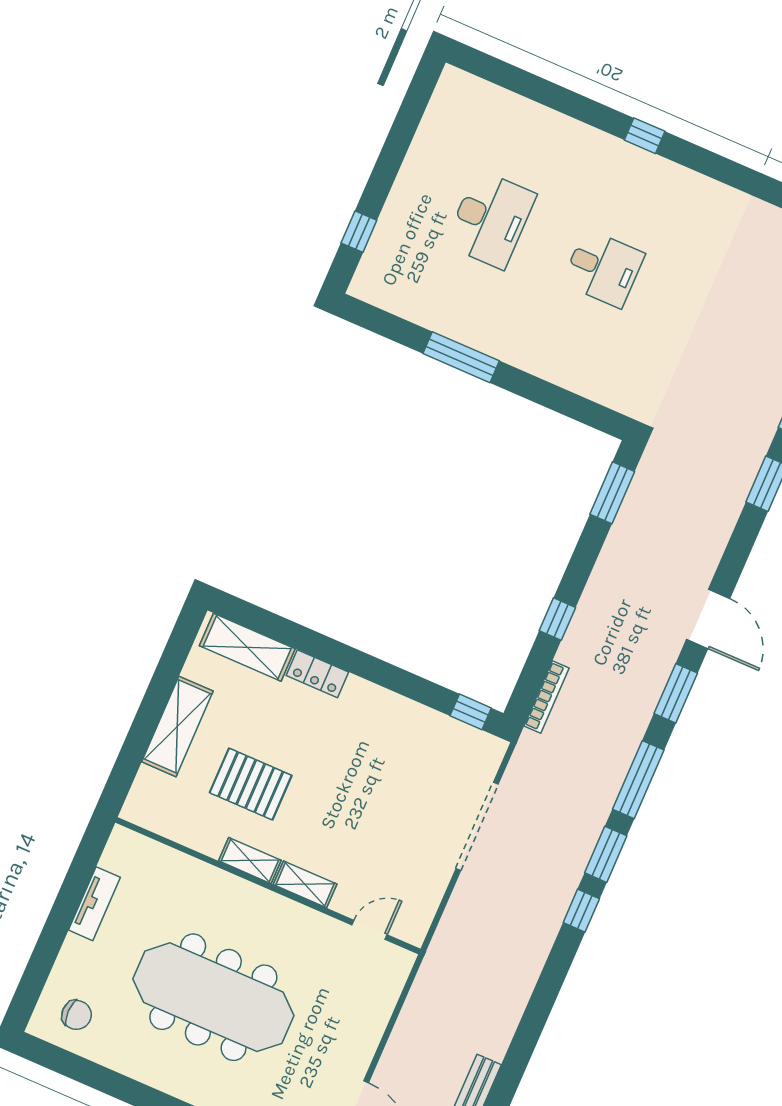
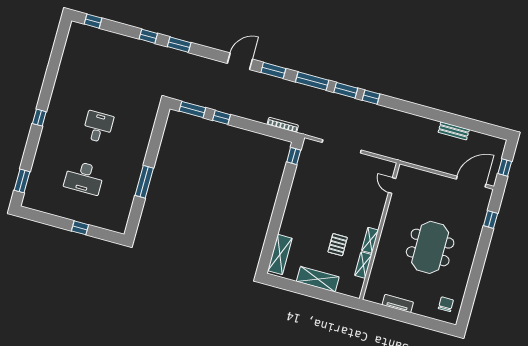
window: (504, 74) -> (22, 181), added
desk: (491, 219) -> (84, 178), turned 180
window: (359, 232) -> (80, 228), moved
window: (557, 619) -> (222, 117), moved
locker: (317, 674) -> (287, 223), removed
pallet: (251, 784) -> (338, 245), width x0.67, depth x0.71
shelving: (305, 884) -> (363, 265), moved
meeting table: (213, 997) -> (430, 247), width x0.73

